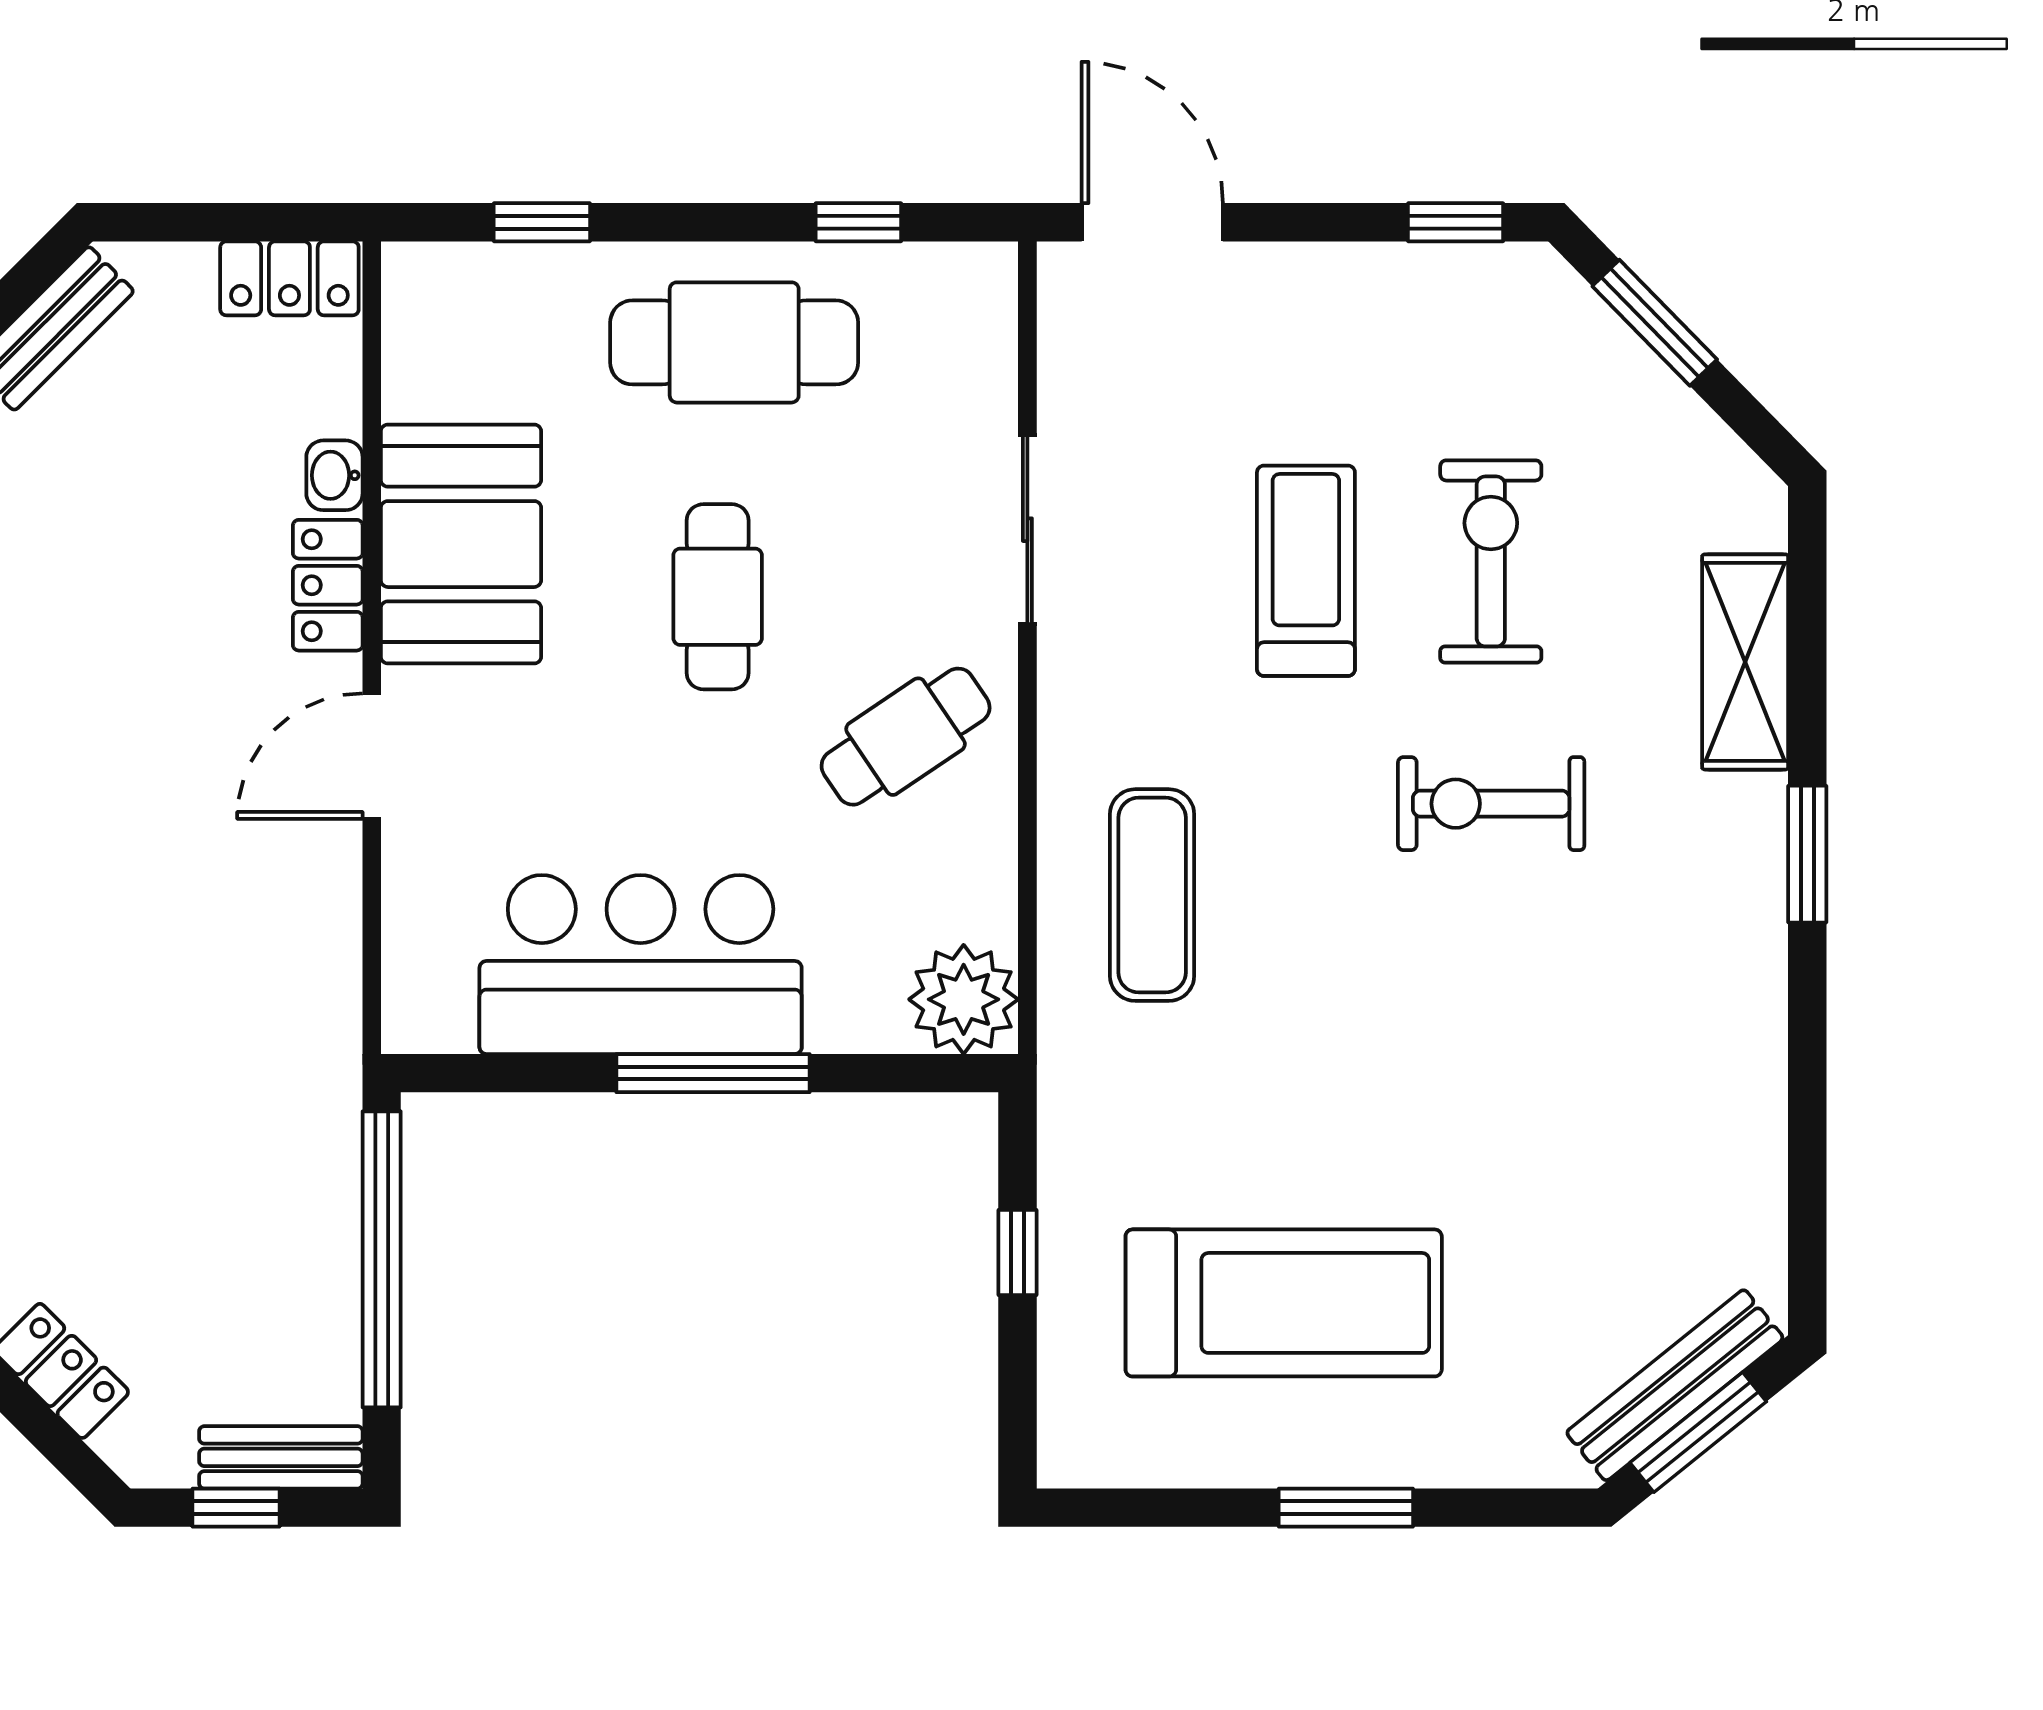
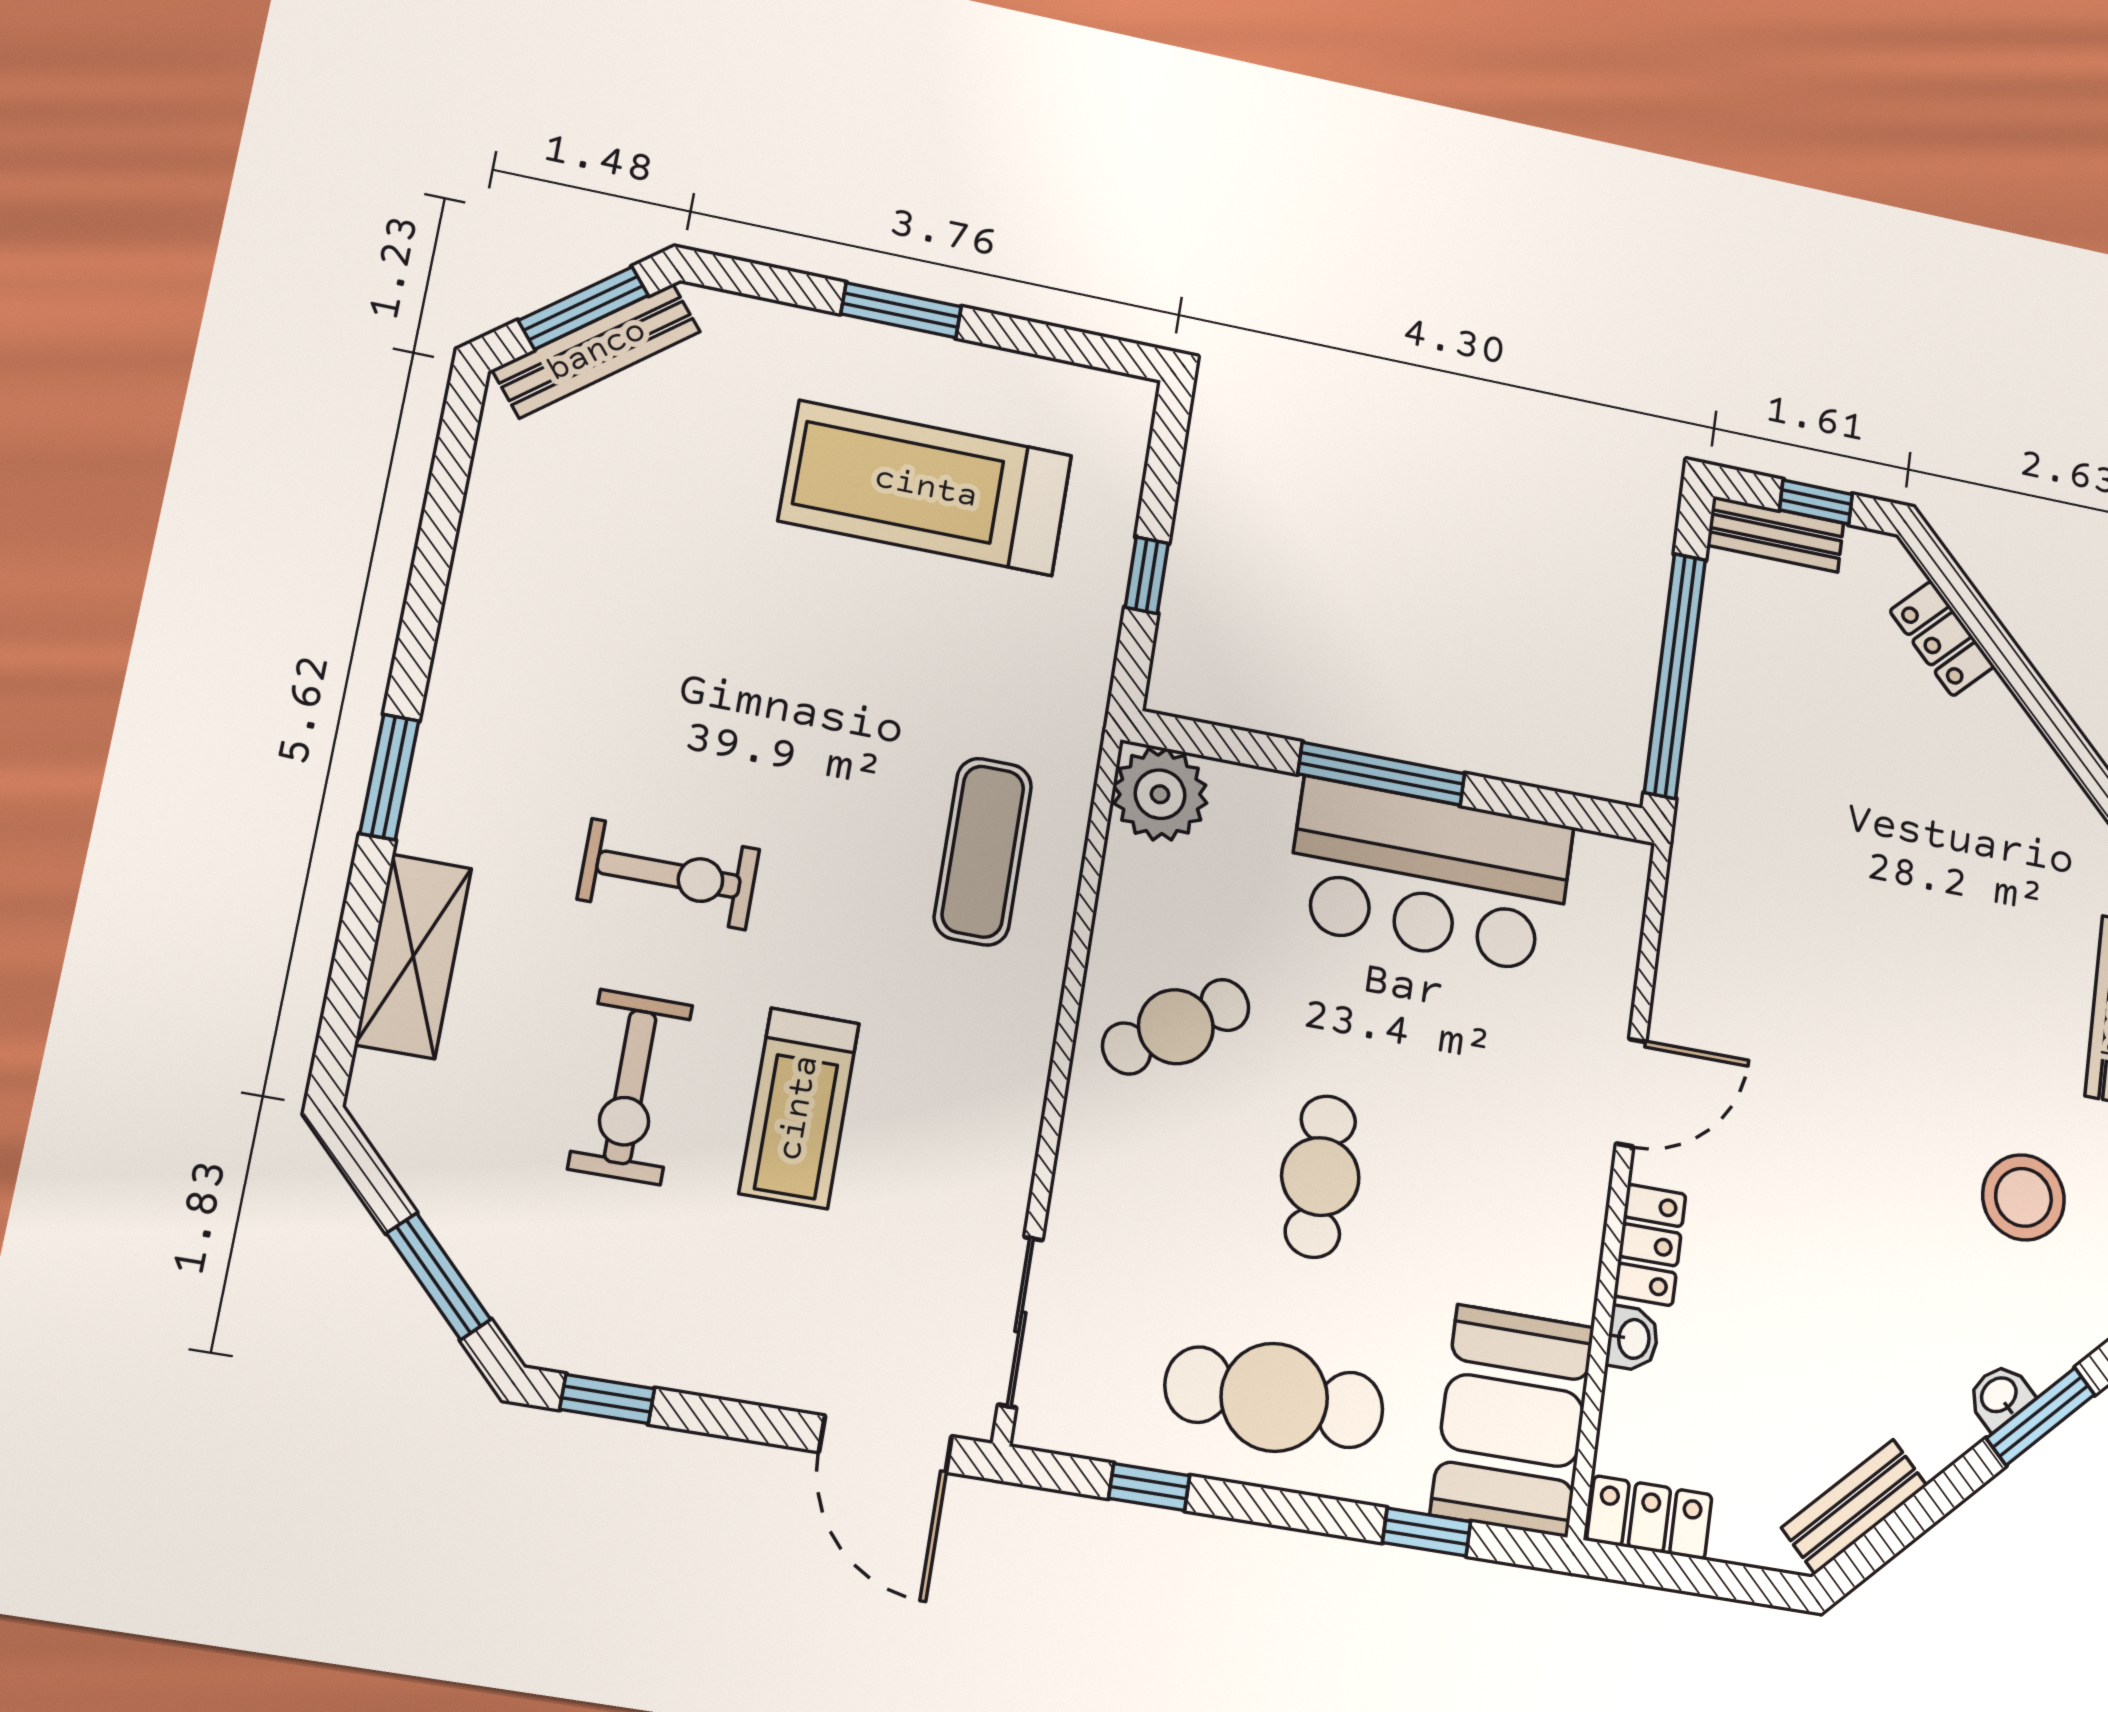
sliding door: (1027, 530) -> (1020, 1322), moved
booth: (461, 544) -> (1512, 1421), moved

